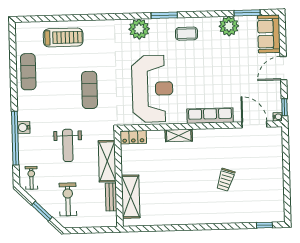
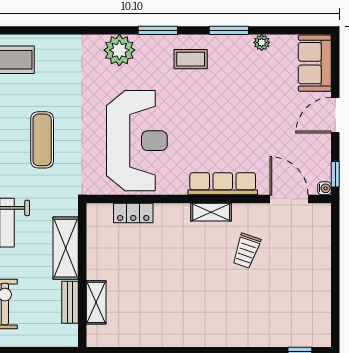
window: (247, 13) -> (229, 30), moved
plant: (229, 26) -> (262, 43), width x0.53, depth x0.53
shelving: (179, 135) -> (211, 212), moved
locker: (133, 137) -> (133, 213), moved
trolley: (226, 180) -> (246, 251), moved
shelving: (131, 197) -> (96, 302), width x0.67, depth x0.75

